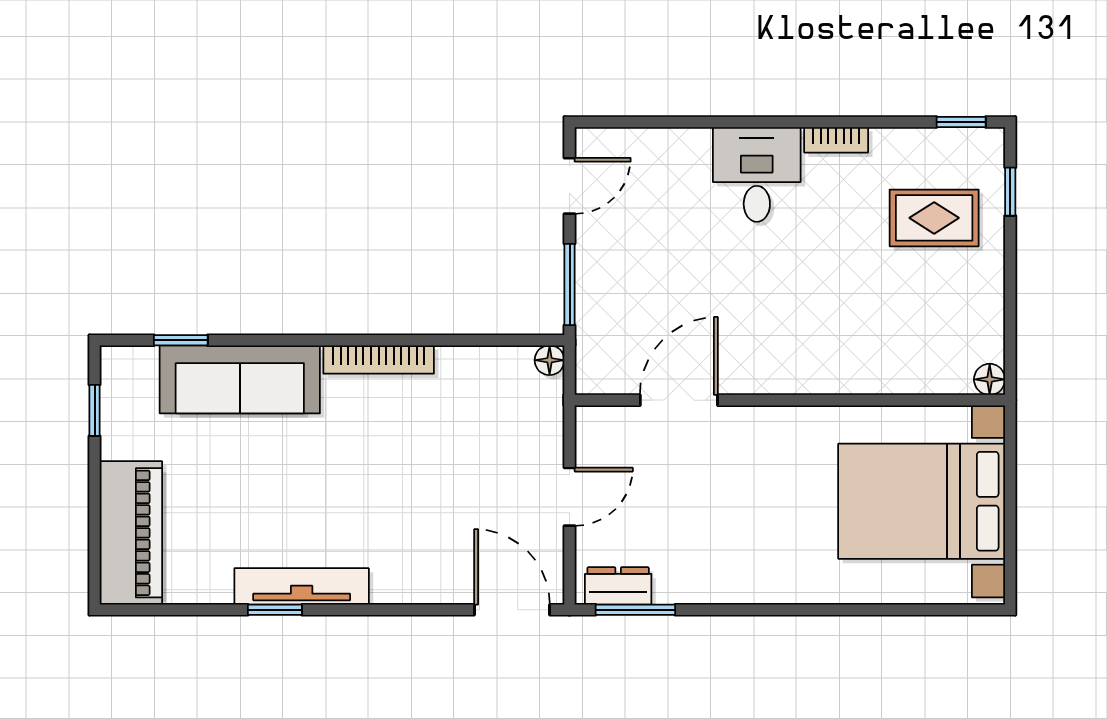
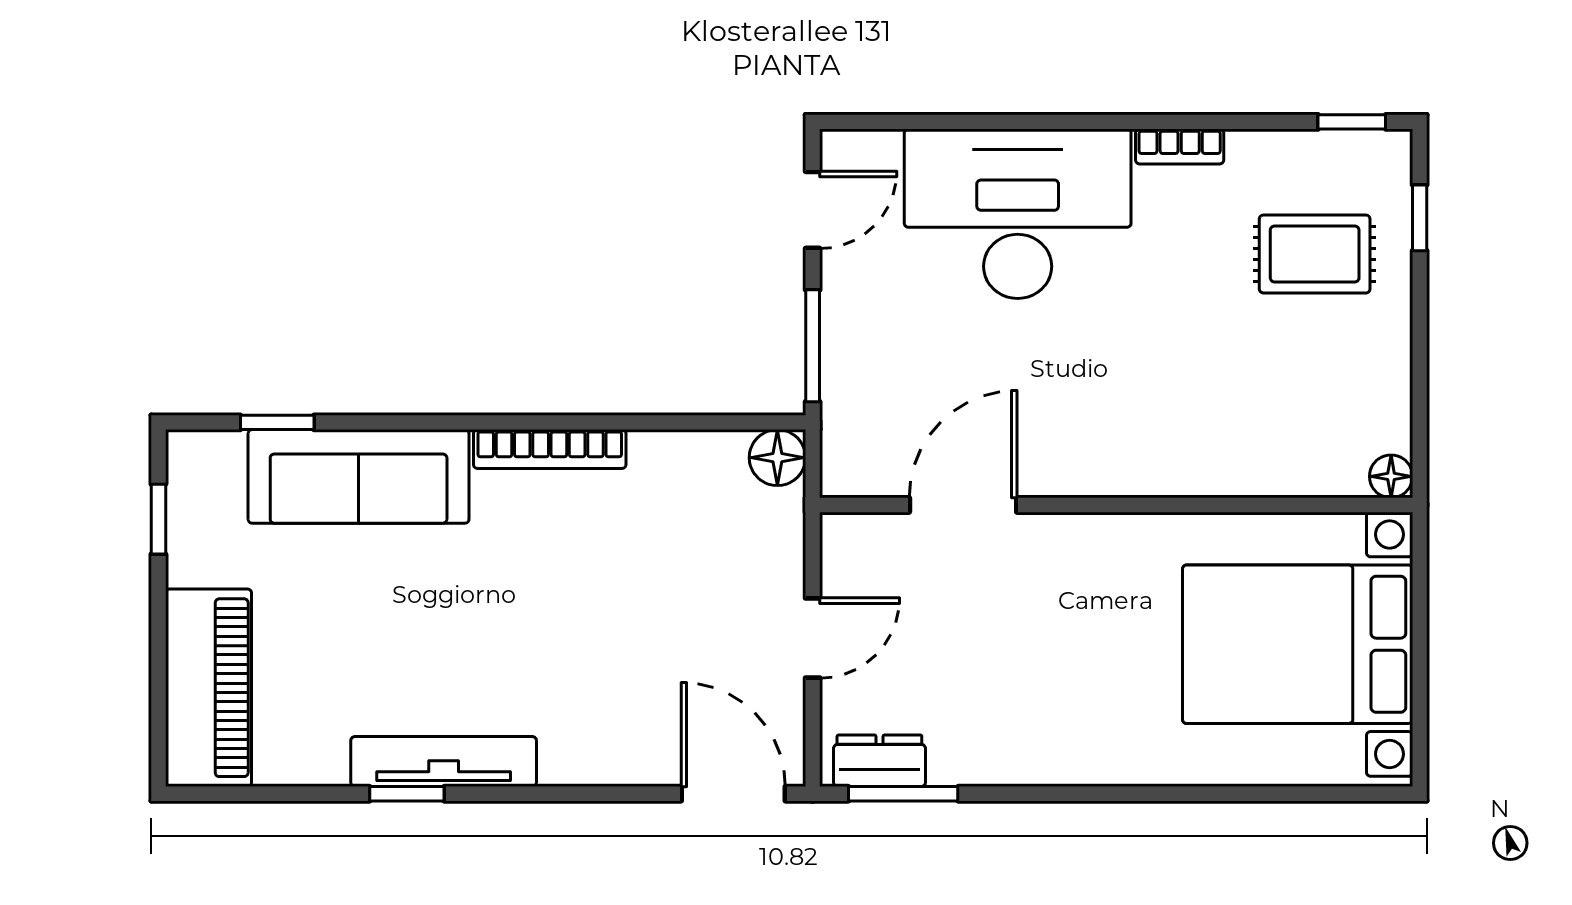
desk: (757, 174) -> (1018, 214), width x1.87, depth x1.30
floor lamp: (550, 360) -> (777, 458), width x1.37, depth x1.37

